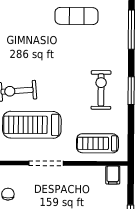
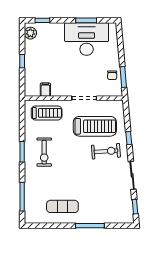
filing cabinet: (113, 175) -> (45, 90), moved

